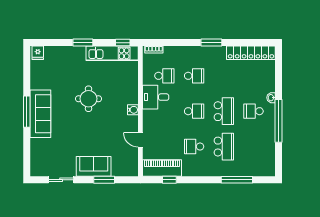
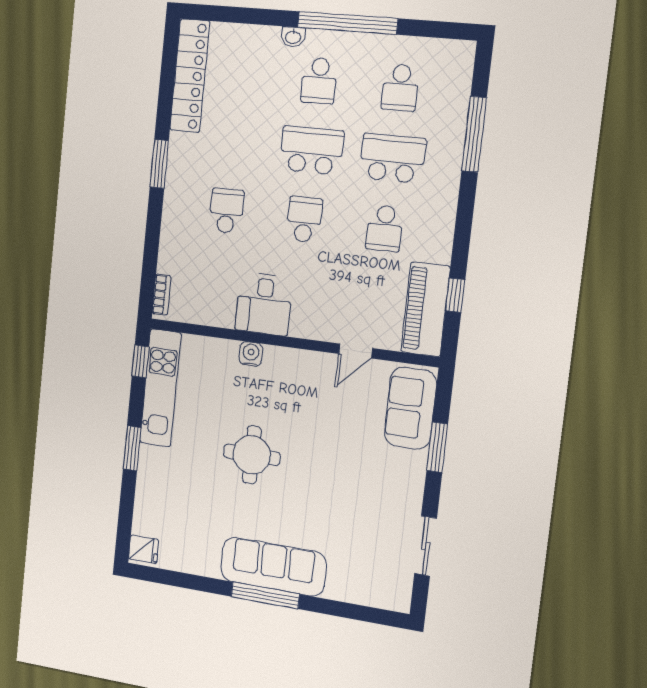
school desk: (164, 76) -> (400, 88), moved, turned 180
water cooler: (133, 110) -> (251, 354), moved
sofa: (94, 166) -> (410, 408), moved

